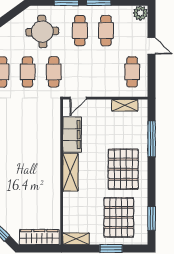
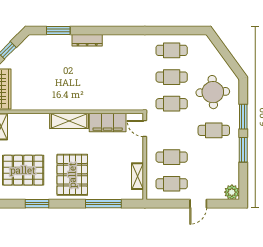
cafe table: (106, 31) -> (172, 157), moved
pallet: (123, 169) -> (72, 175), turned 90
window: (152, 218) -> (37, 204), moved

